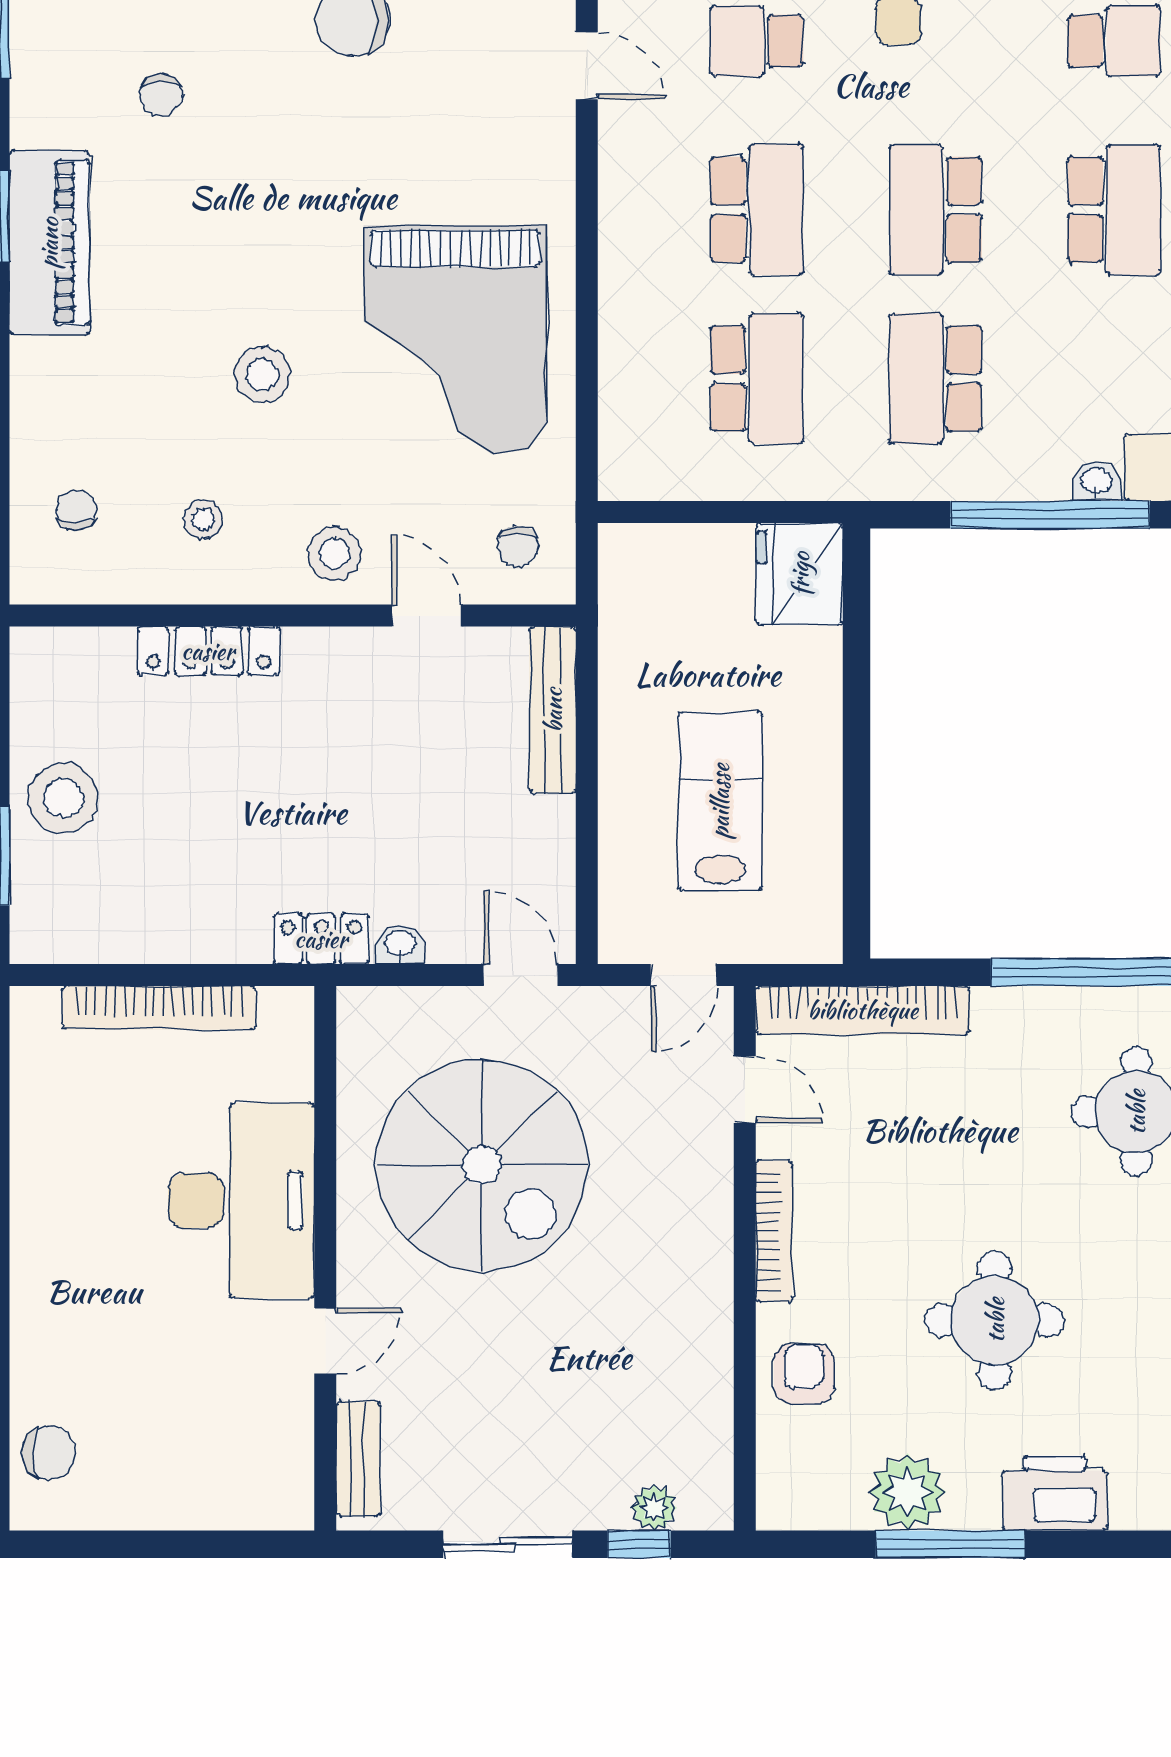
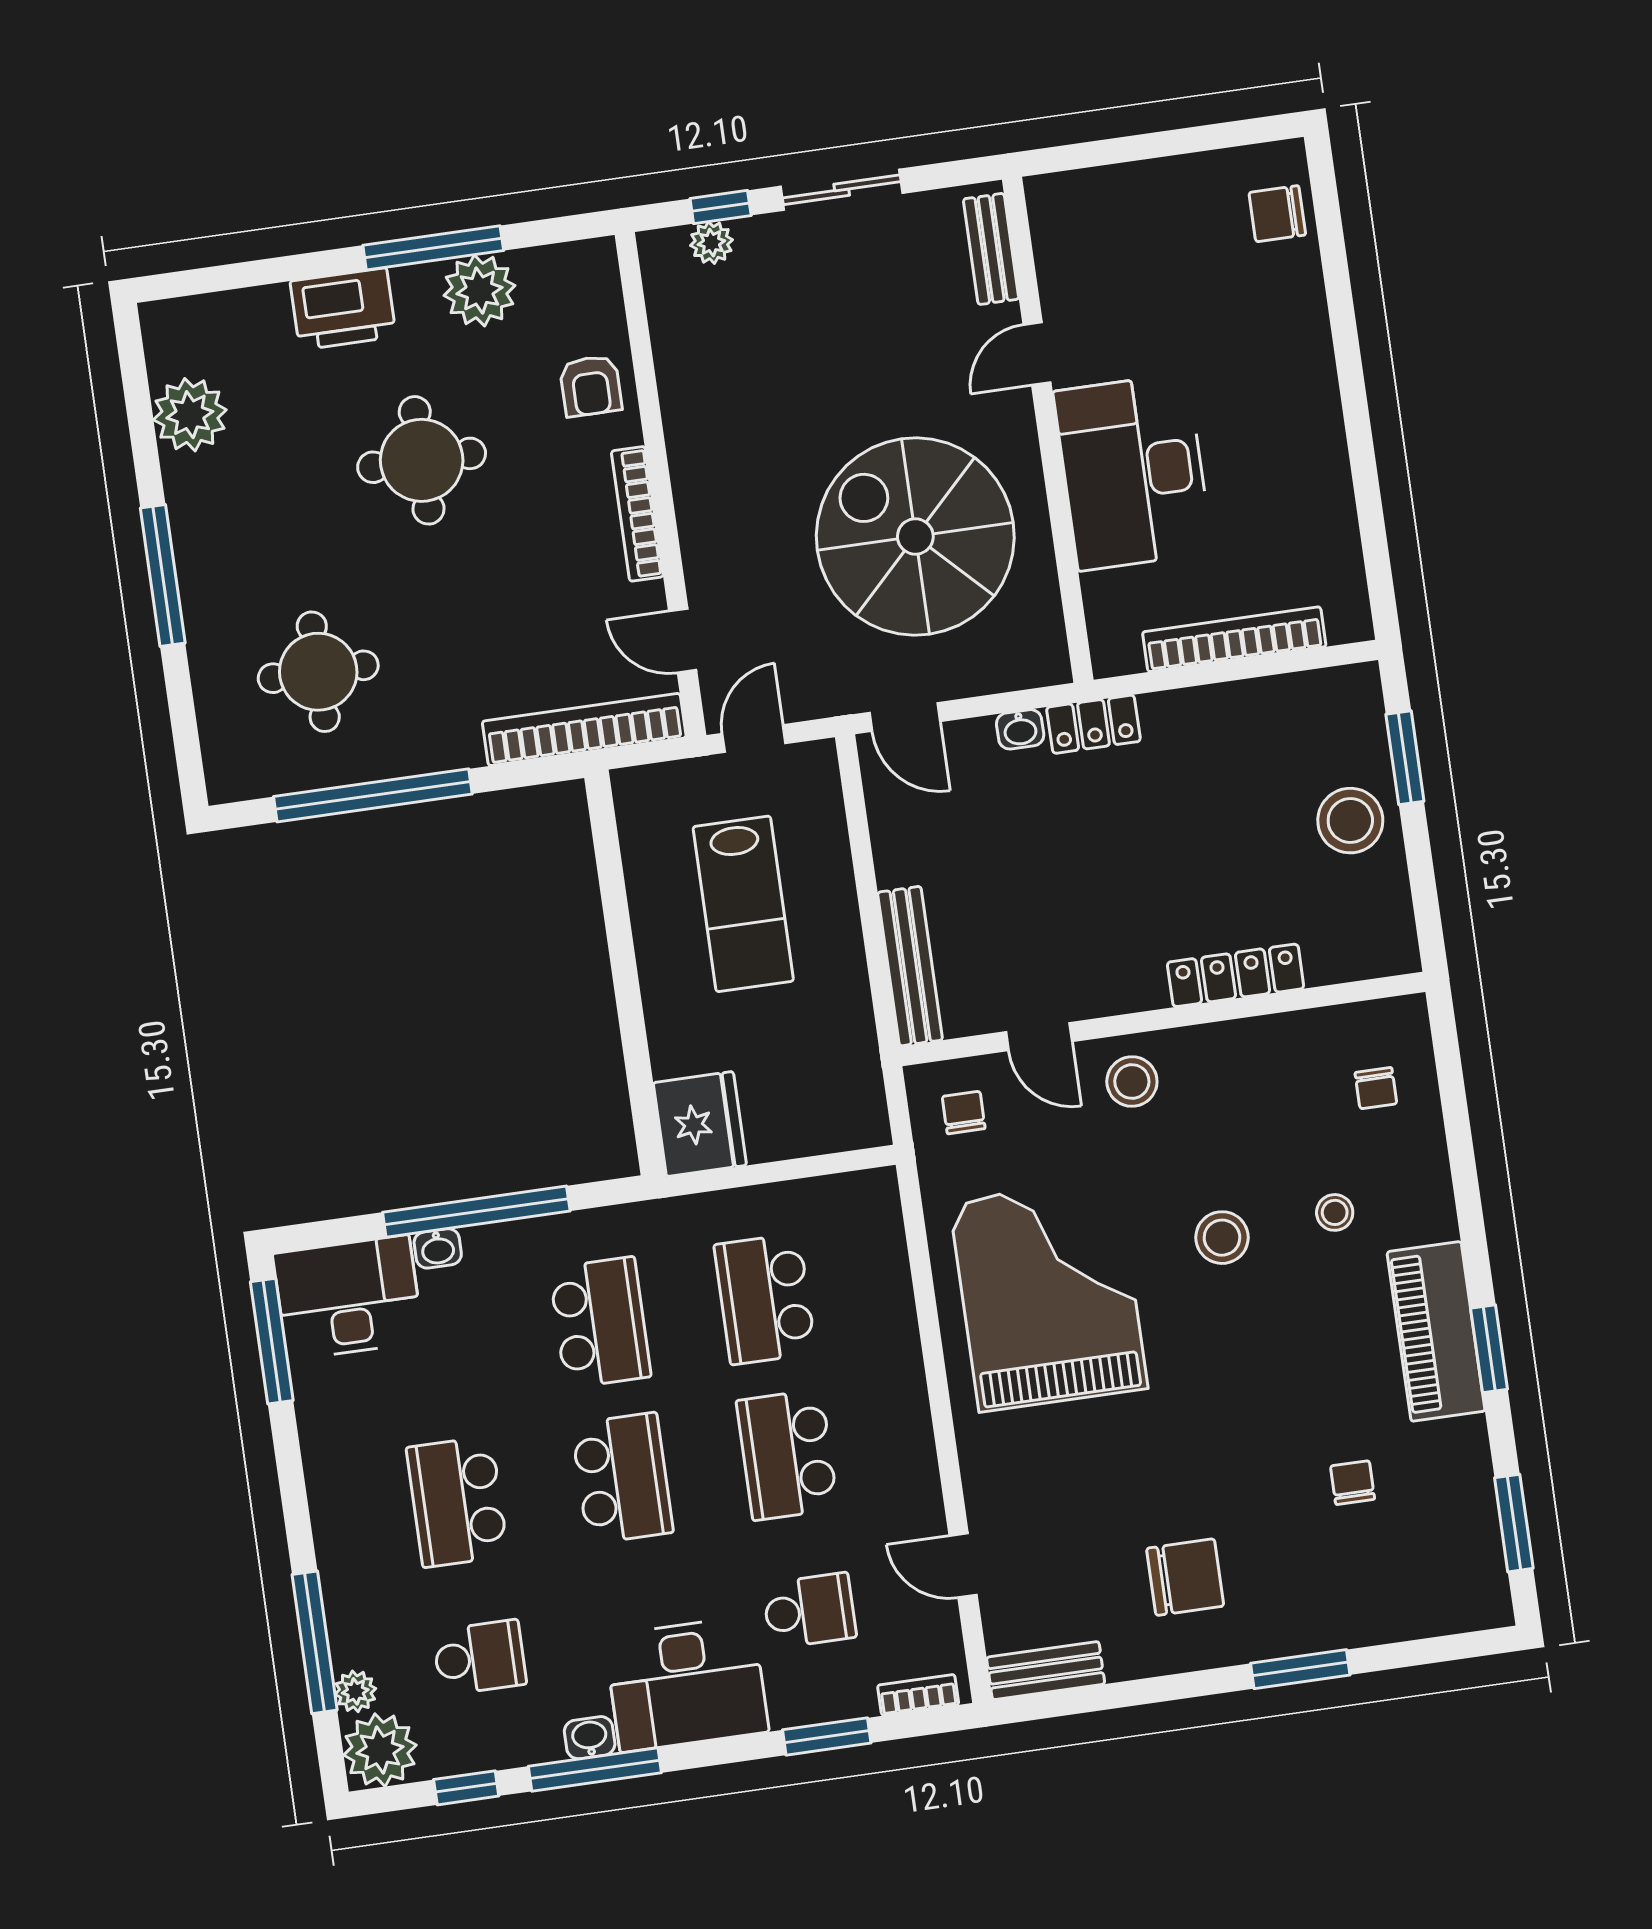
school desk: (1114, 41) -> (479, 1657), turned 180
stool: (203, 519) -> (1335, 1212), moved

